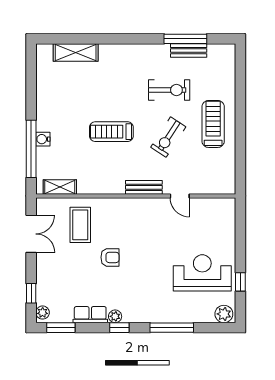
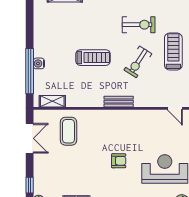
treadmill: (111, 132) -> (93, 58), turned 180
door: (180, 196) -> (175, 108), moved
armchair: (110, 257) -> (119, 161), moved

